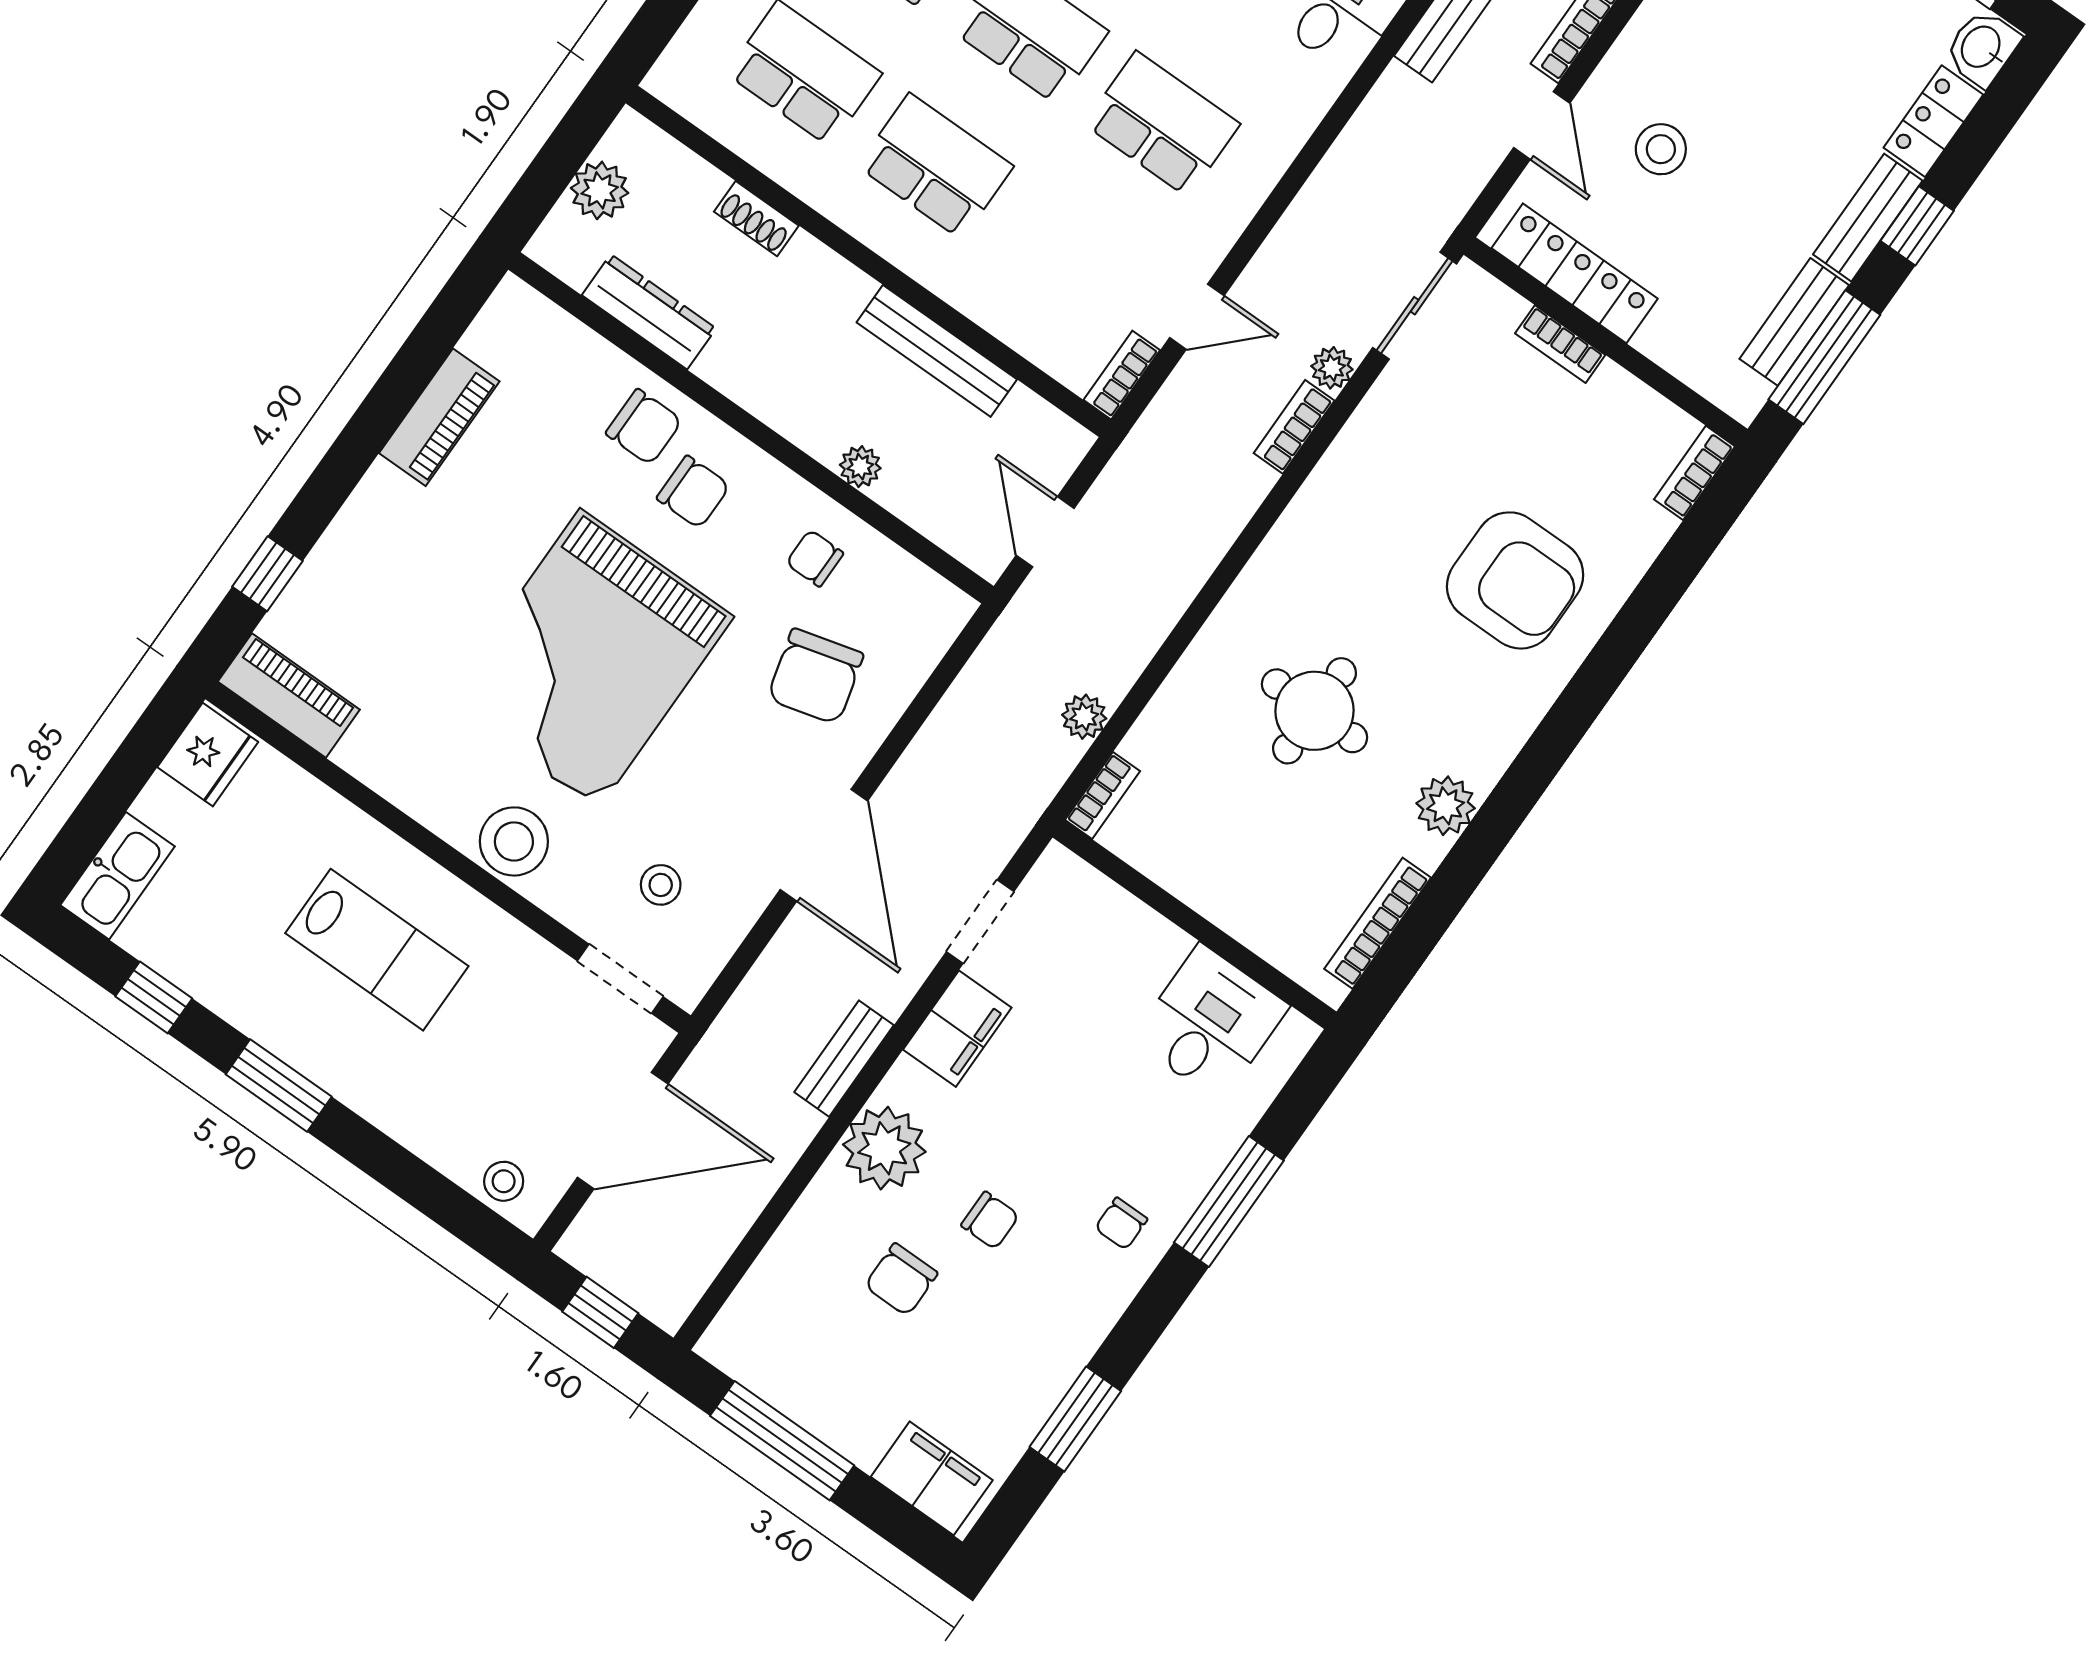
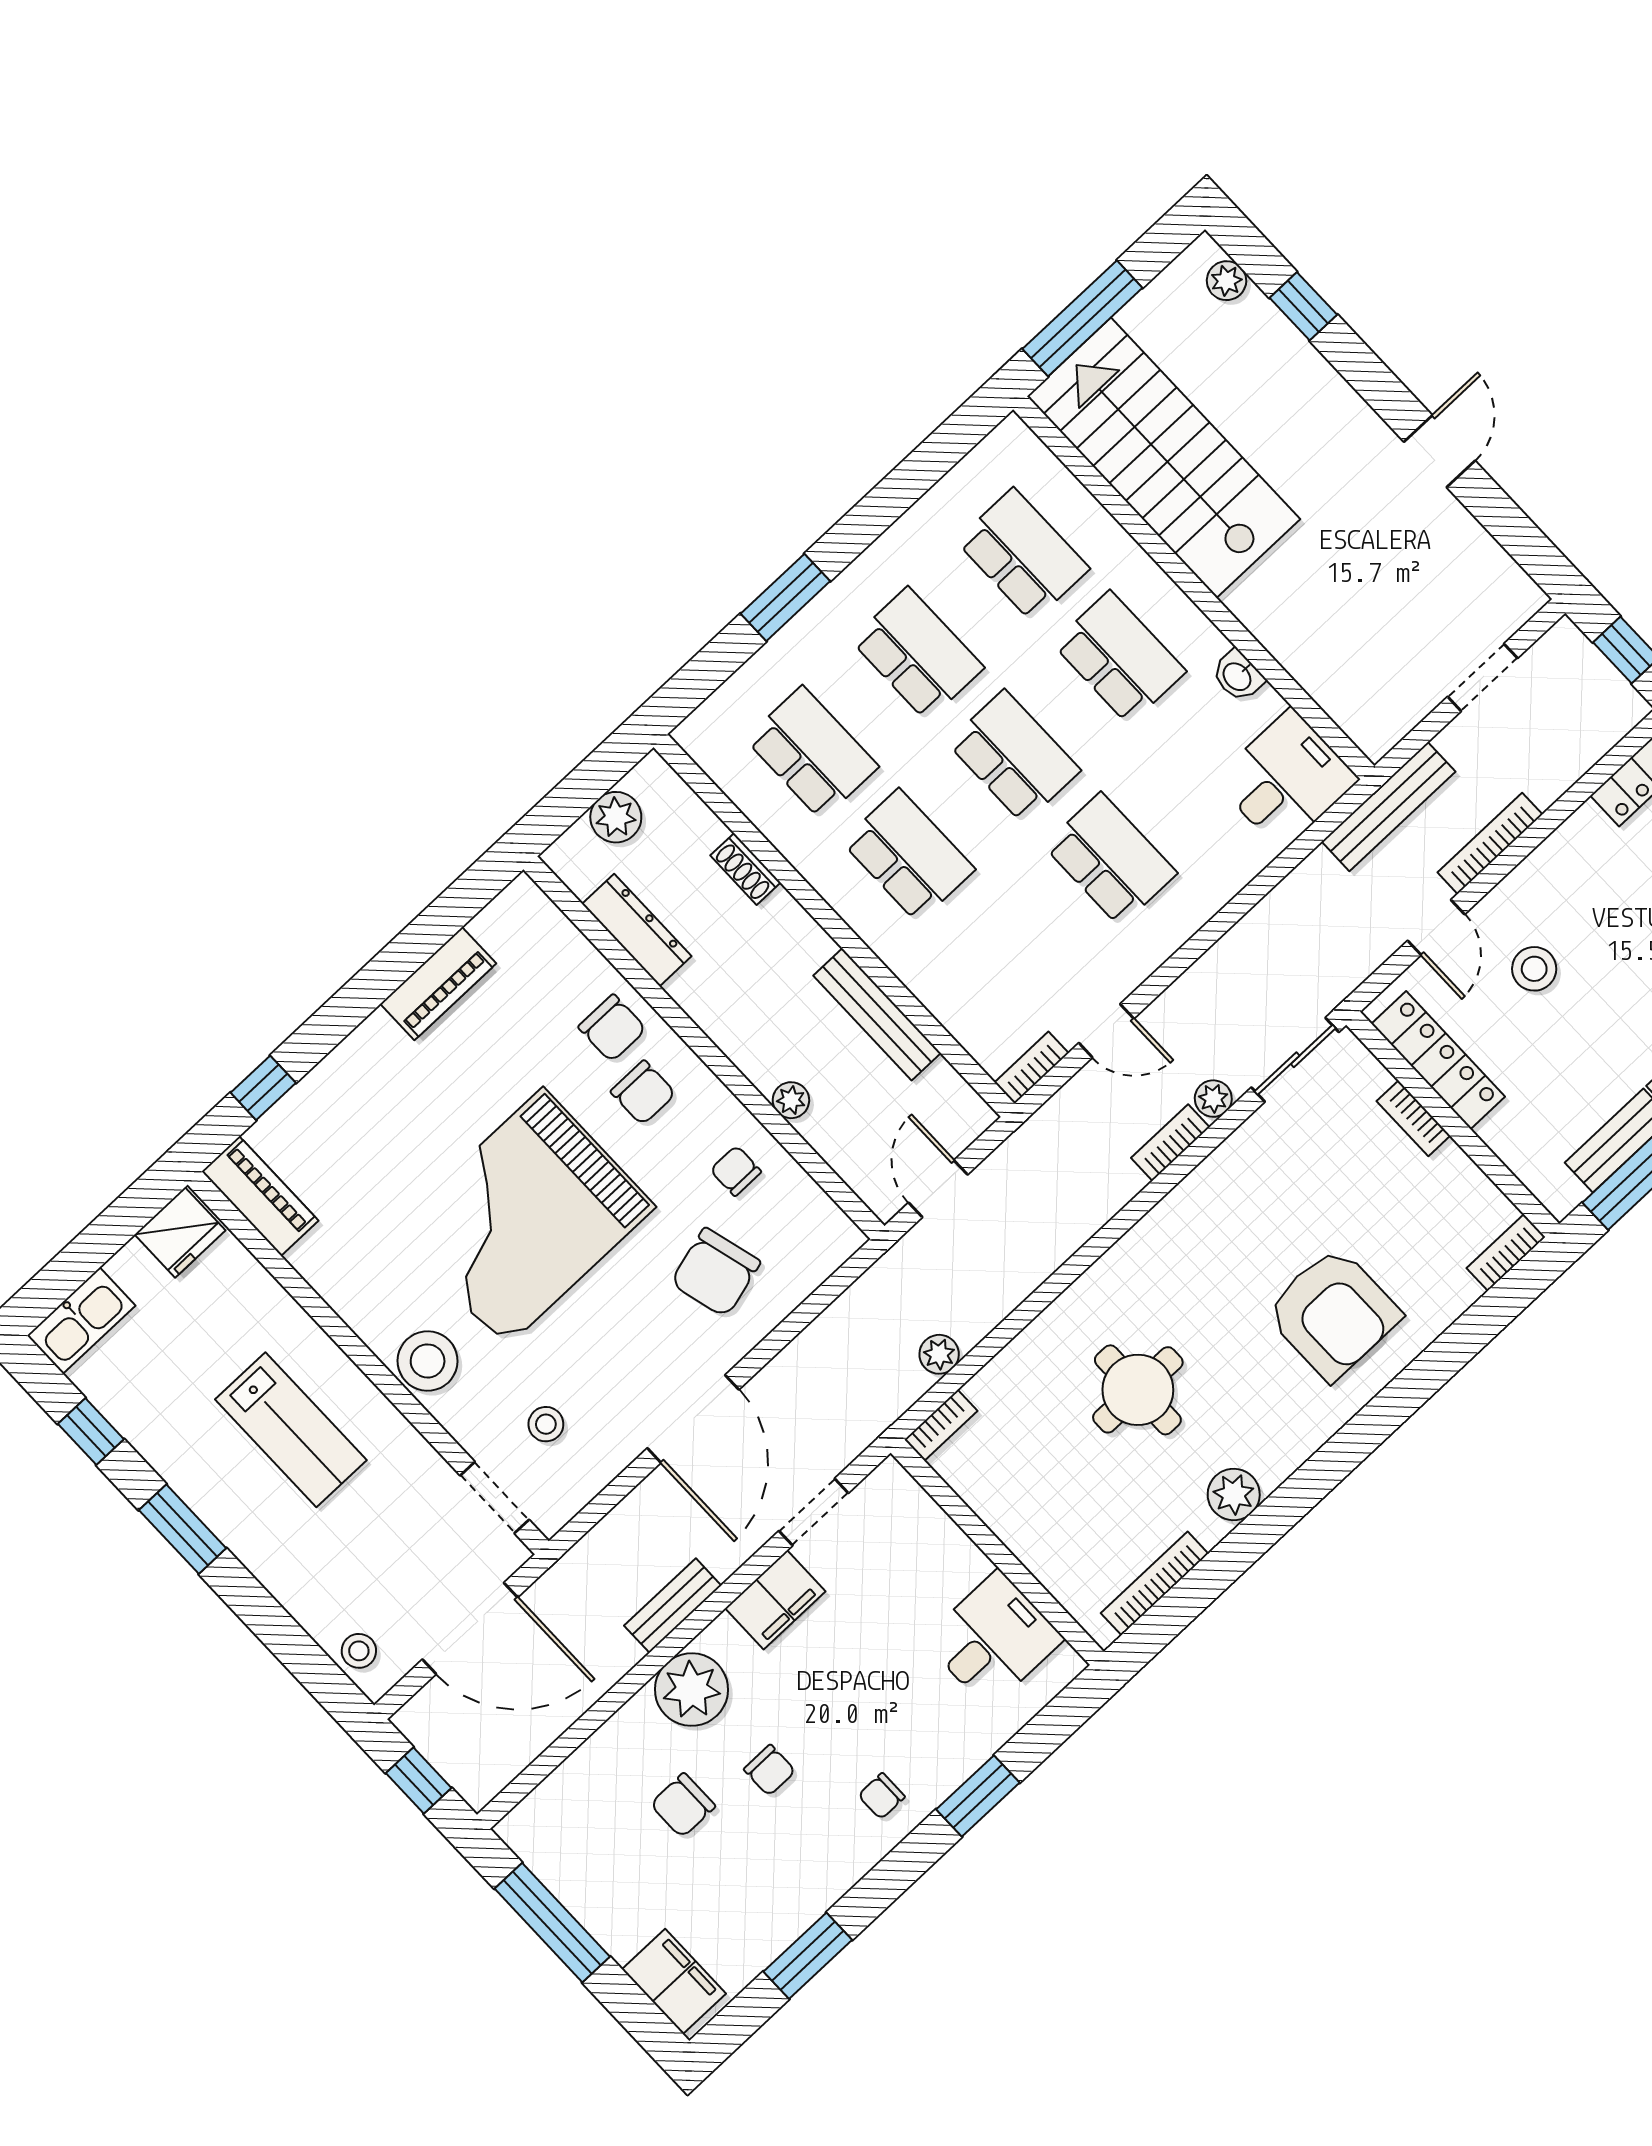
window: (1229, 1201) -> (978, 1796), width x0.69

